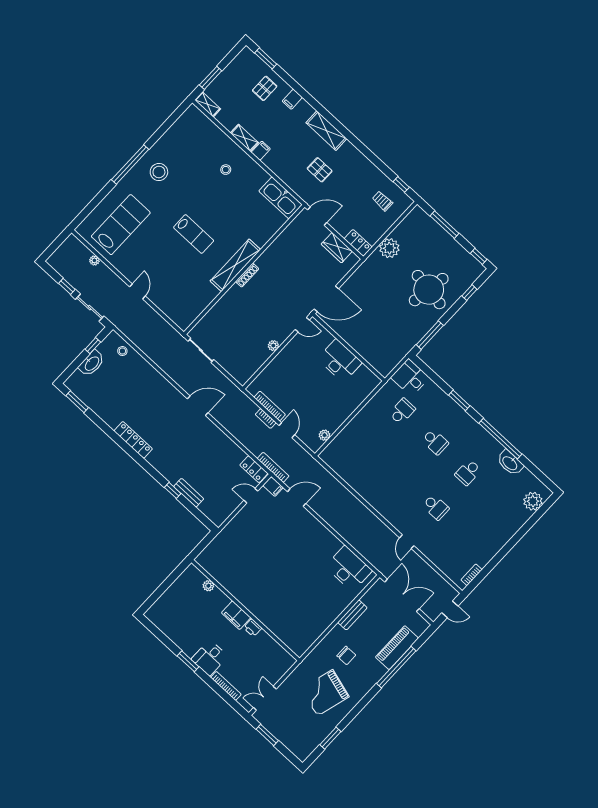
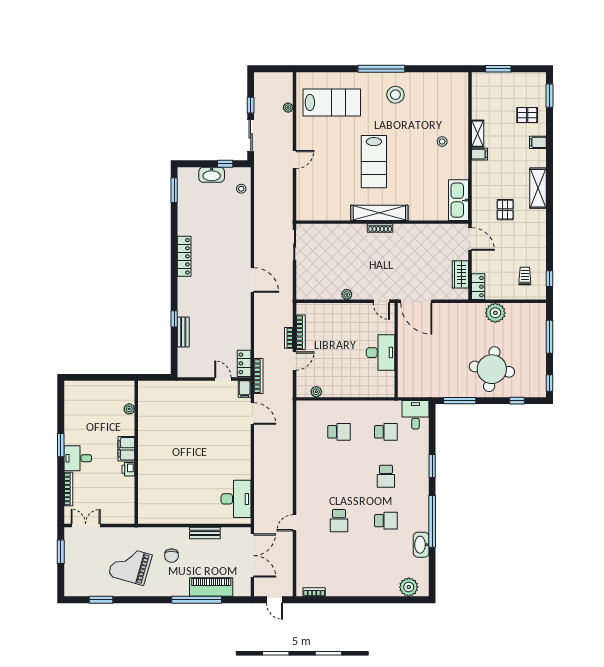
shelving: (208, 104) -> (477, 84), removed
lab bench: (194, 234) -> (374, 162), width x1.36, depth x1.39
school desk: (370, 446) -> (339, 432), added
school desk: (468, 472) -> (386, 521), turned 180

